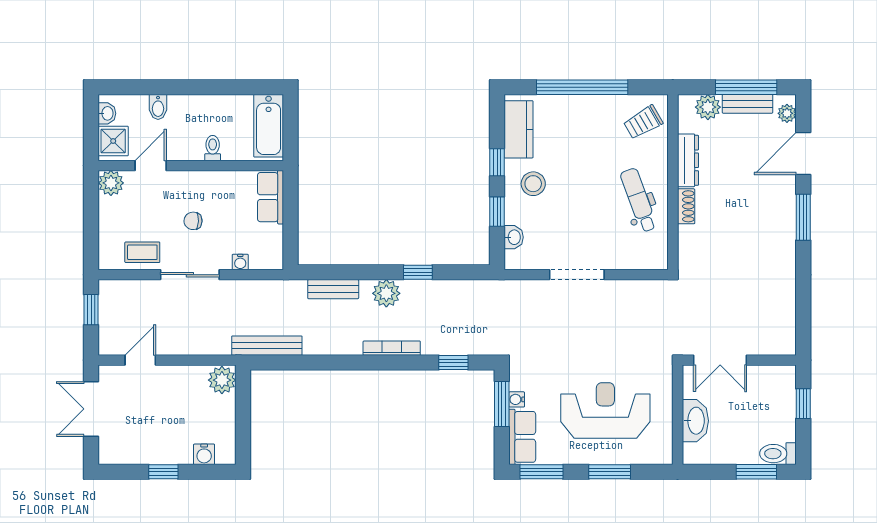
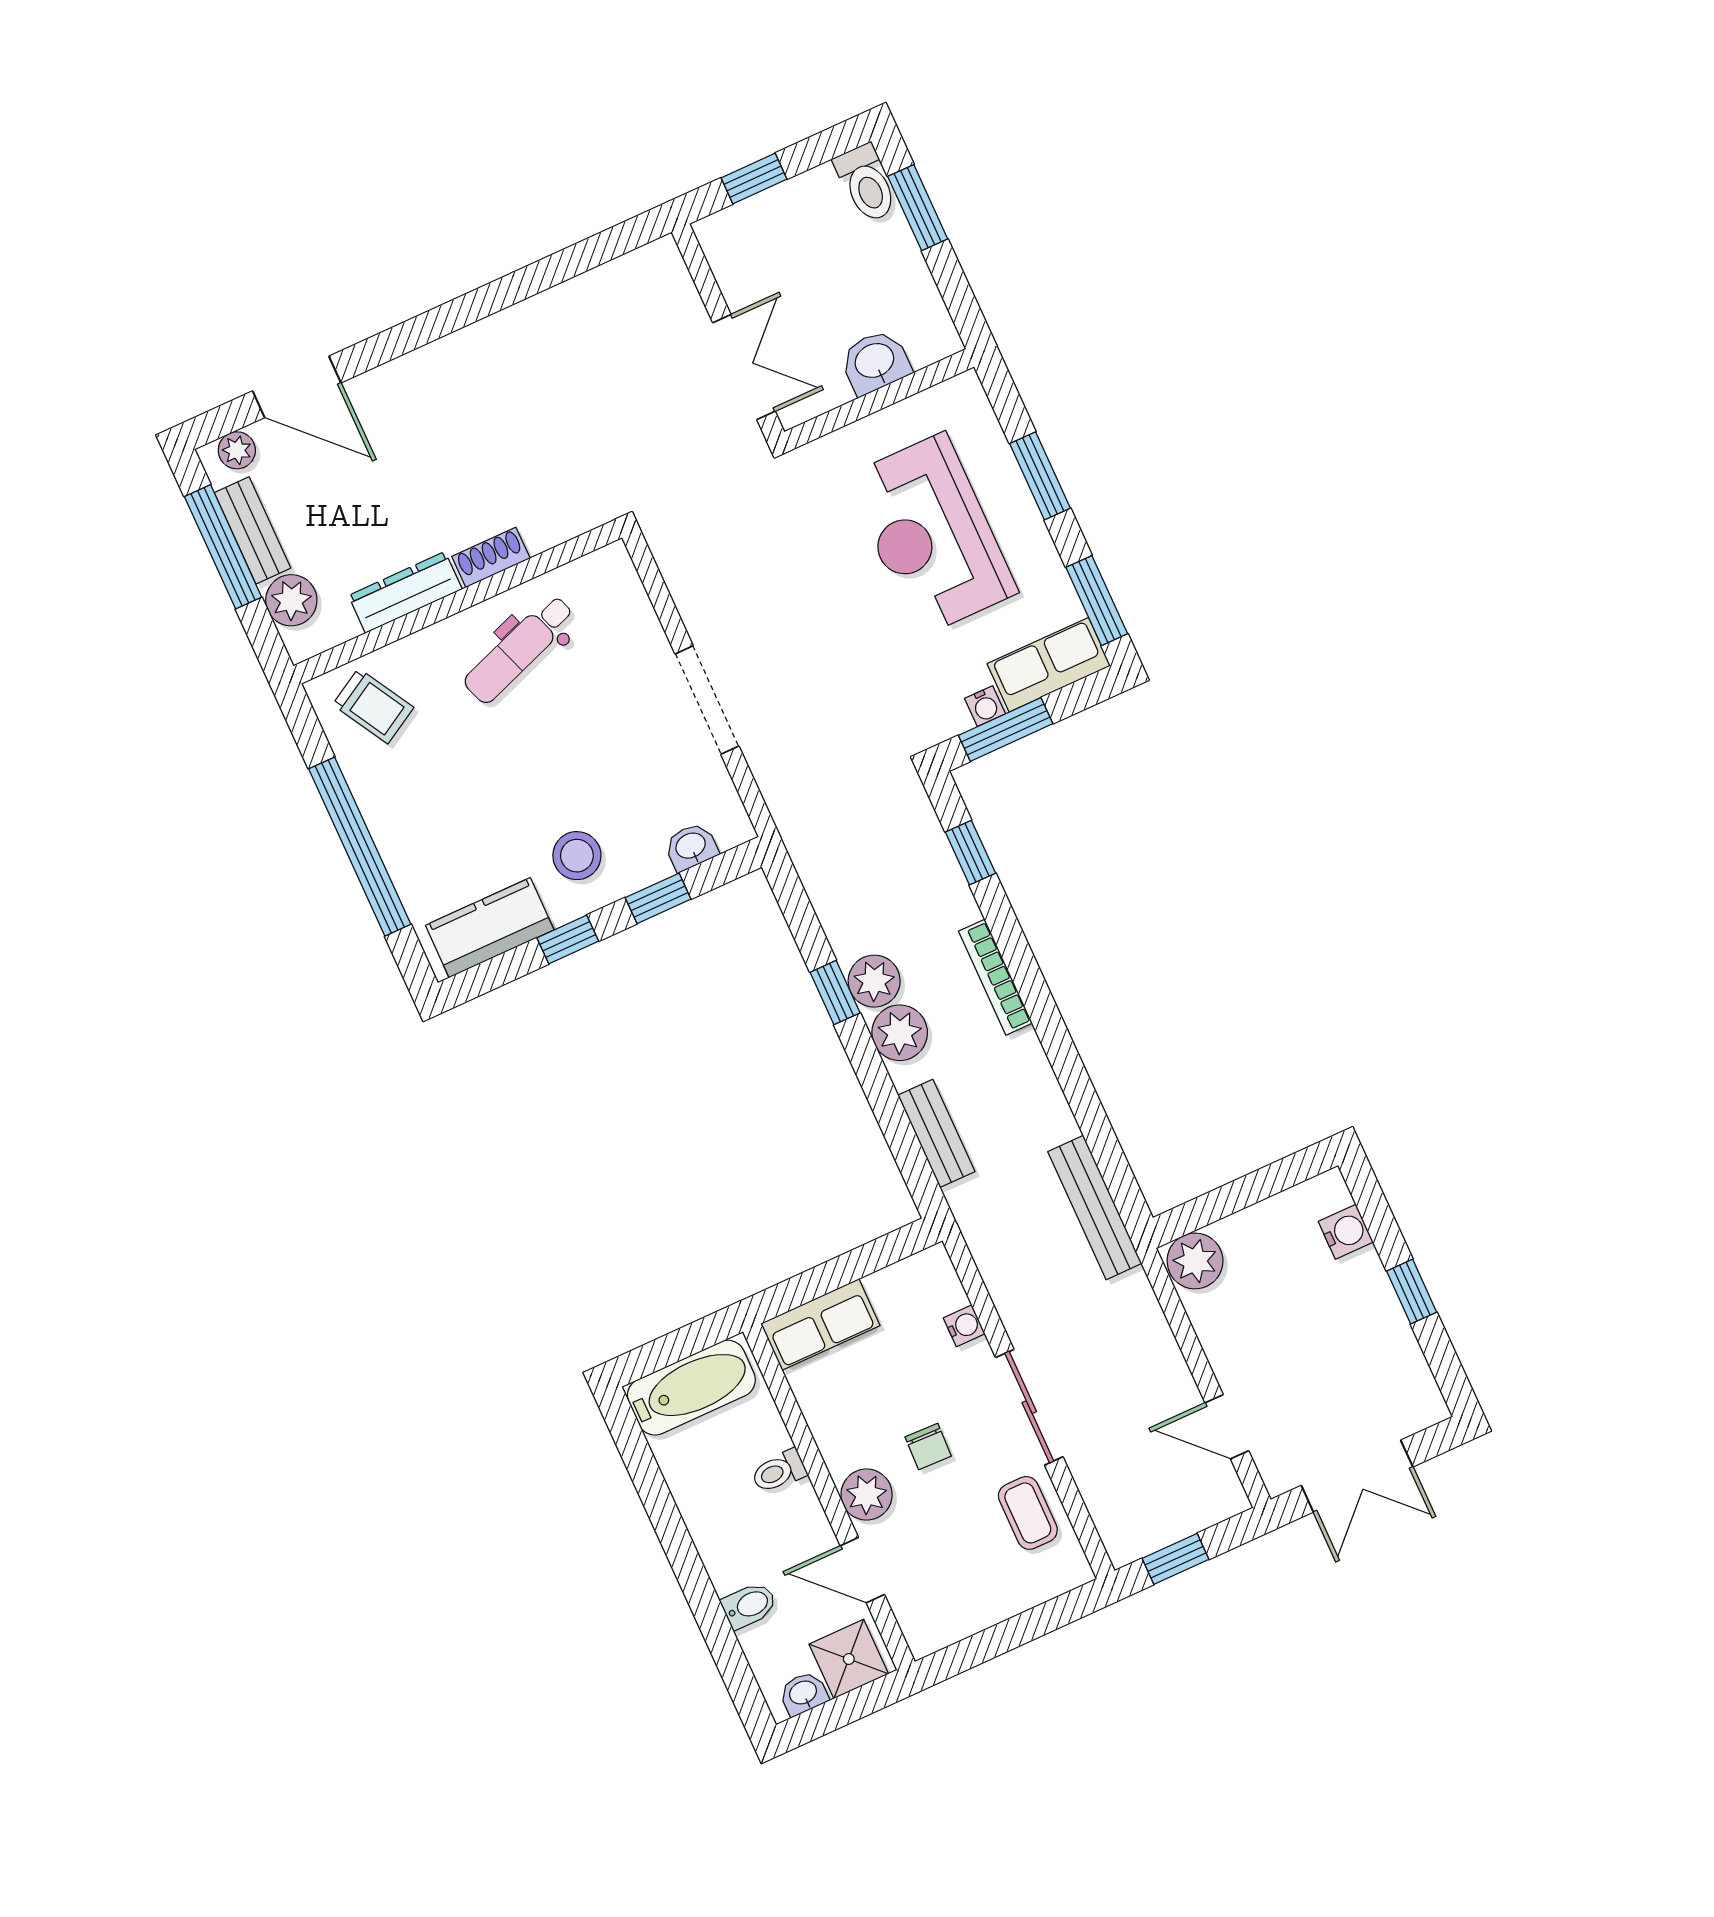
plant: (111, 183) -> (867, 1495), moved
window: (803, 217) -> (413, 334), removed
plant: (415, 292) -> (874, 981), added
washbasin: (695, 421) -> (875, 362), width x0.72

